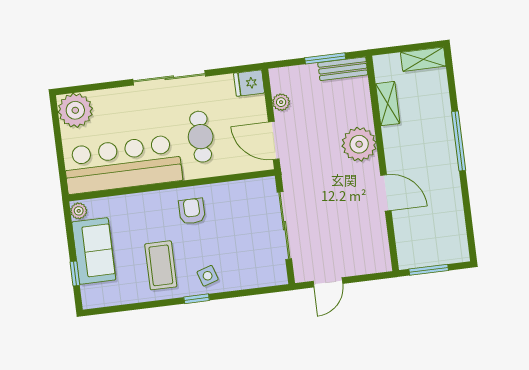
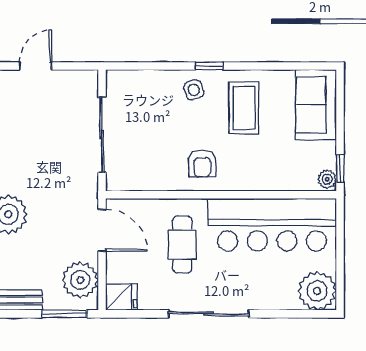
window: (325, 58) -> (65, 314), moved
plant: (281, 102) -> (80, 280), width x1.87, depth x1.87
sofa: (94, 251) -> (316, 105), moved
window: (75, 274) -> (340, 168), moved
door: (328, 282) -> (35, 66), moved

